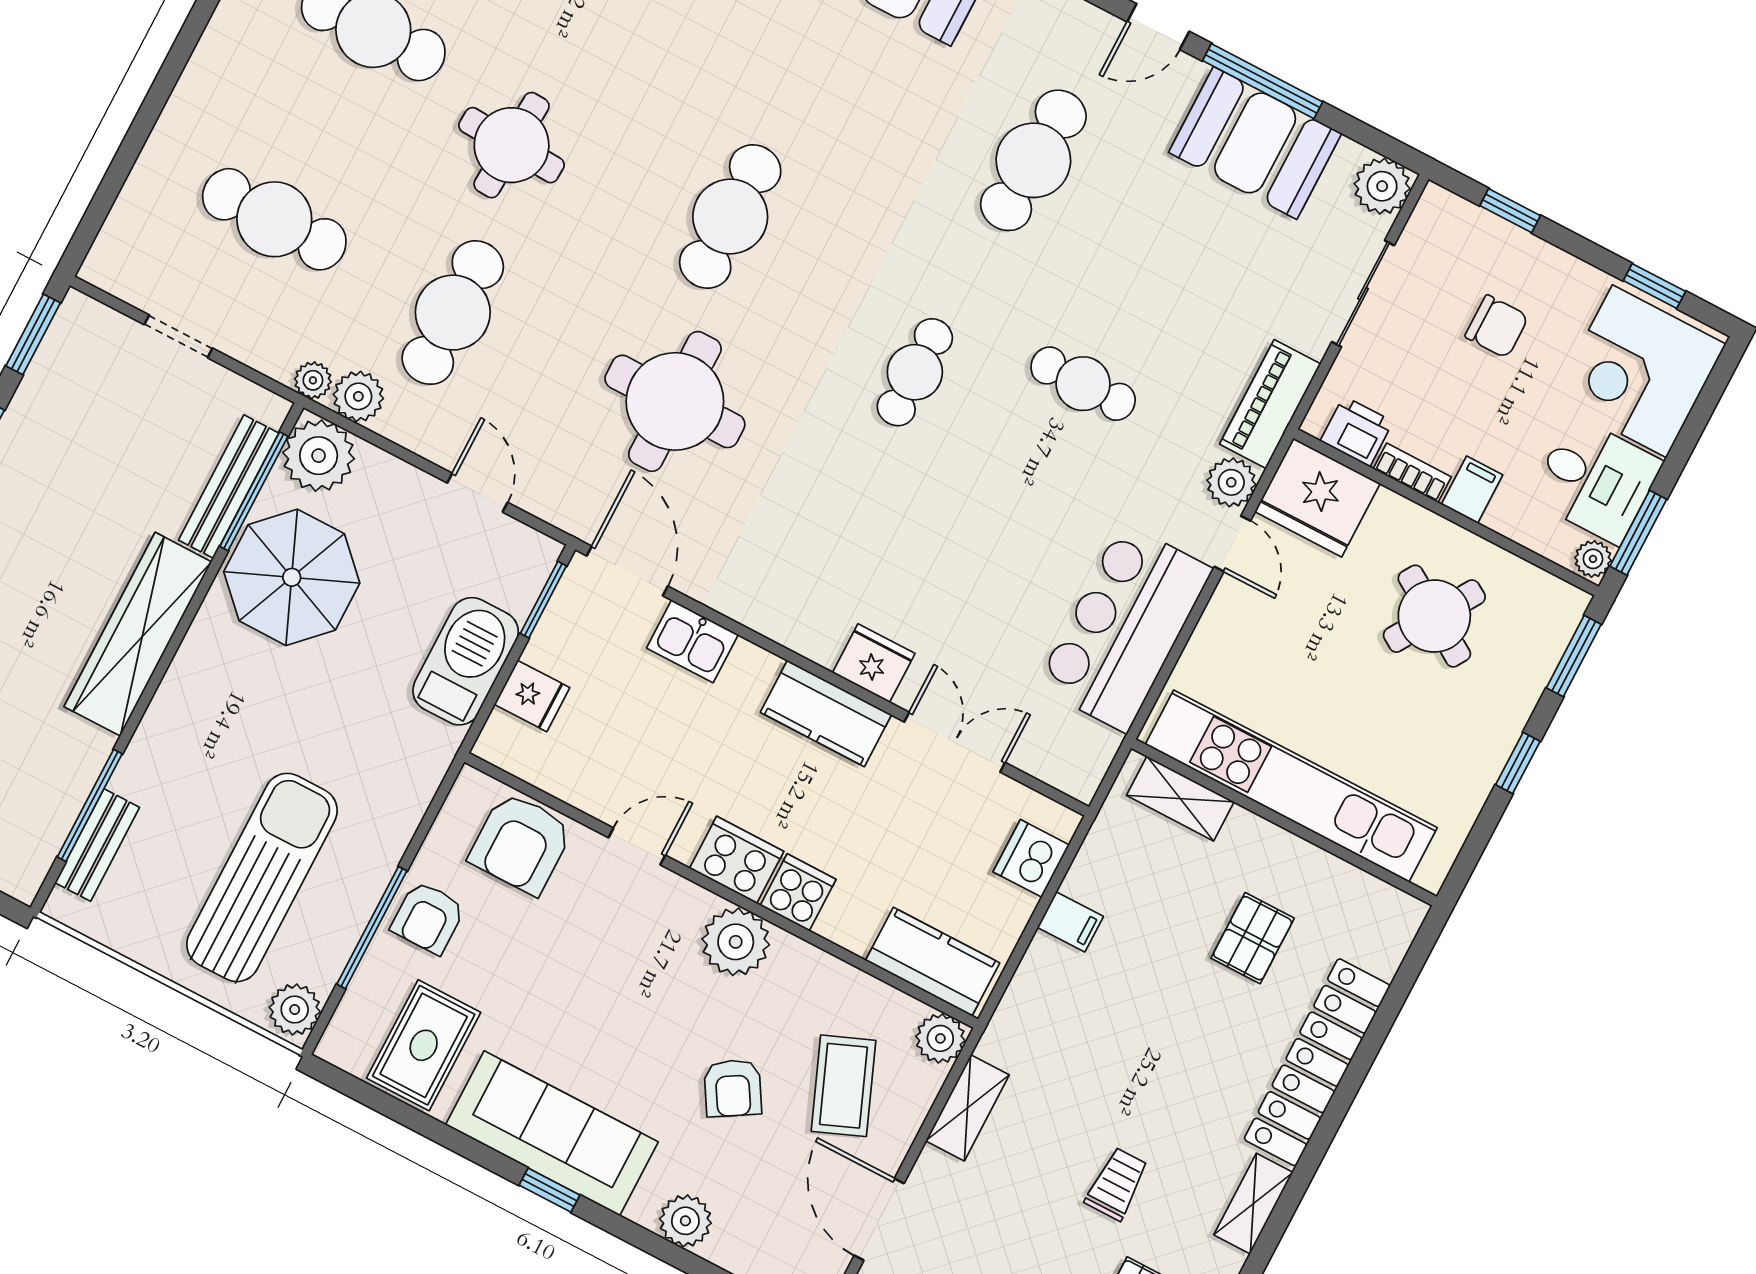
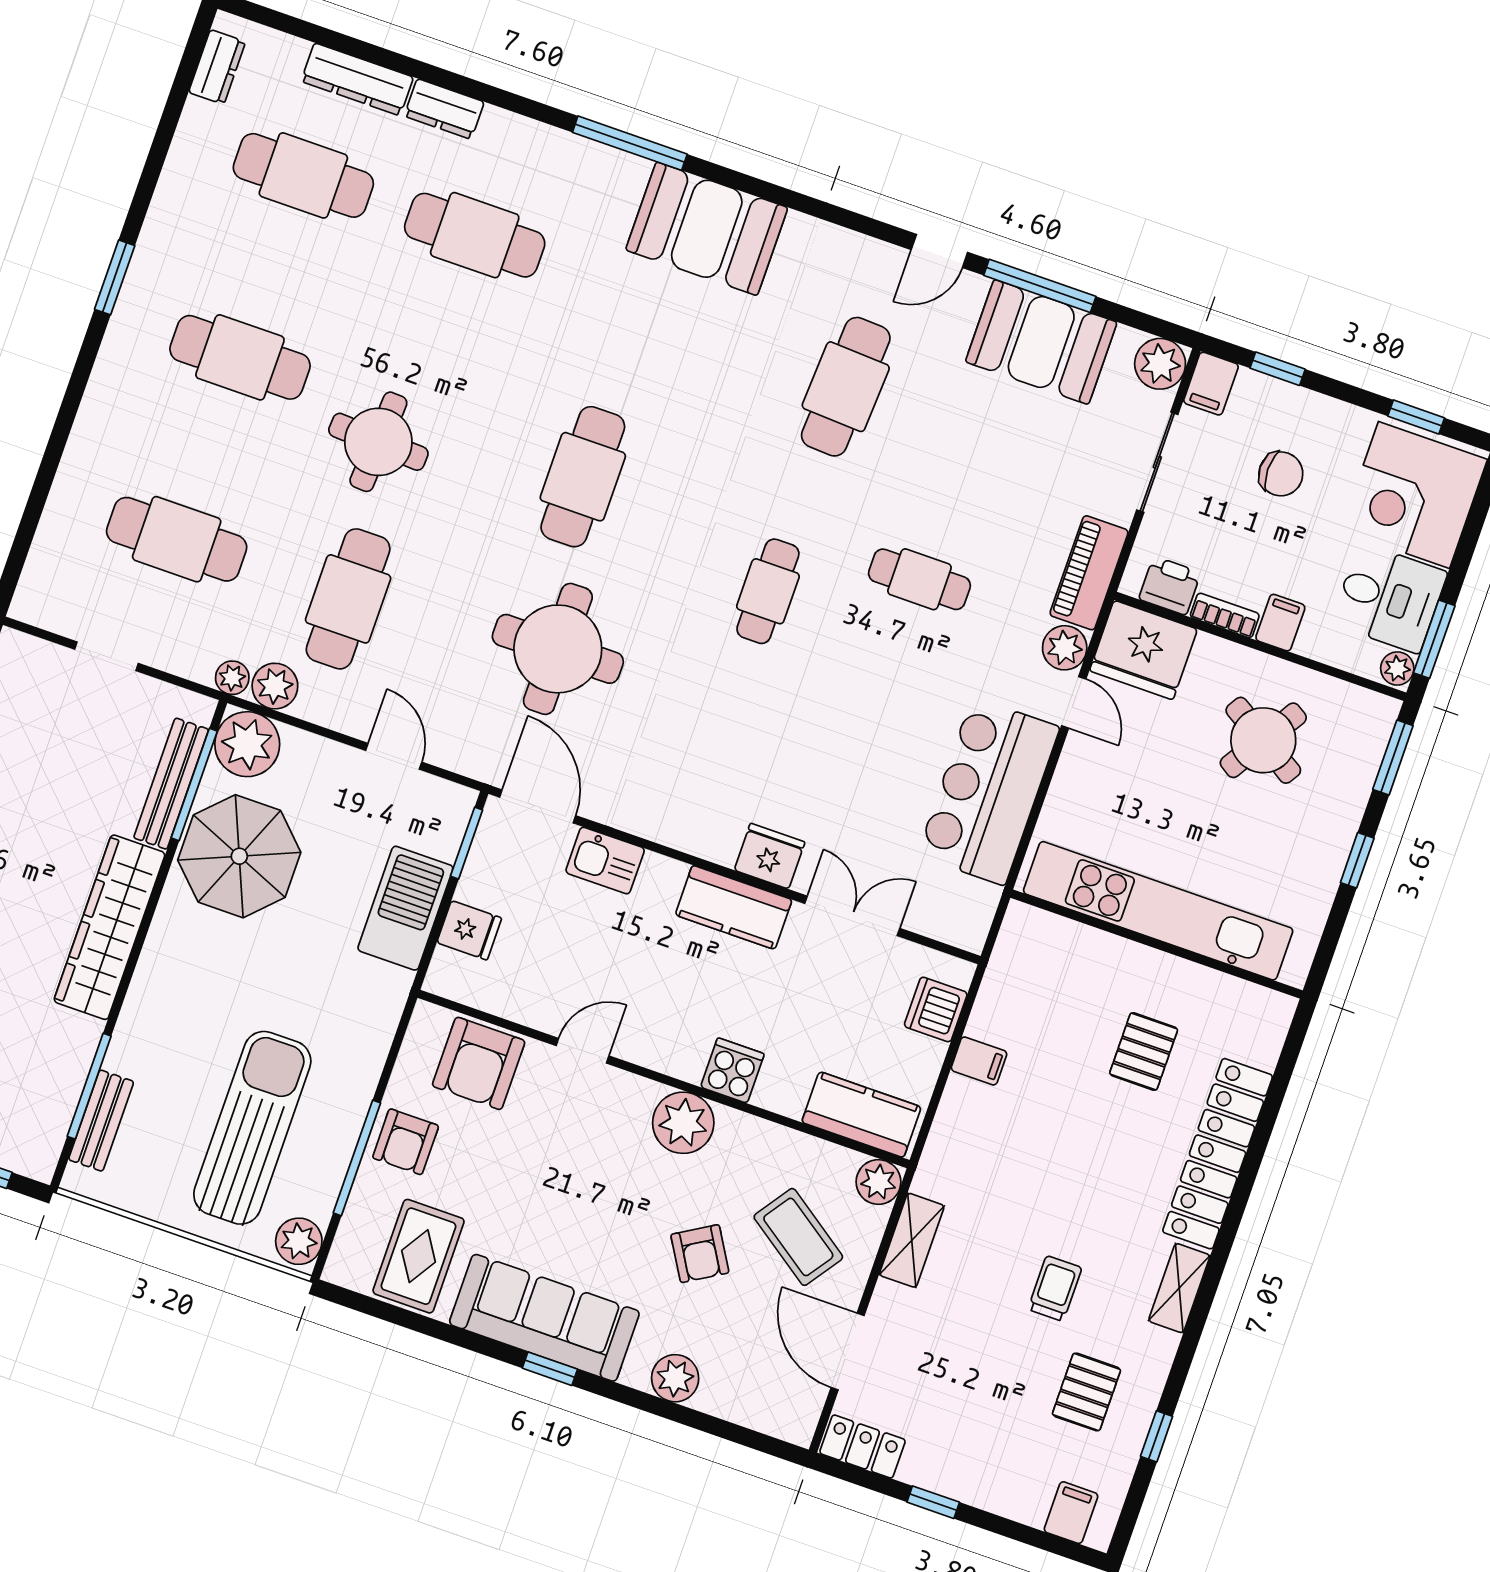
filing cabinet: (1435, 216) -> (1211, 384), added
shelving: (1180, 799) -> (1061, 937), removed
cooker: (737, 860) -> (673, 1050), removed
coffee table: (843, 1086) -> (798, 1237), turned -33

